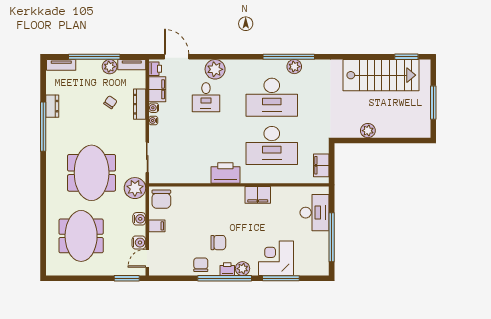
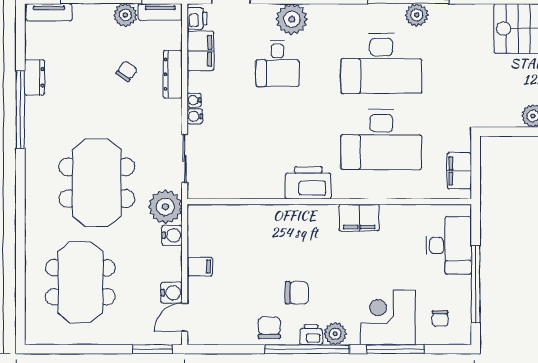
water cooler: (154, 108) -> (195, 116), moved
chair: (161, 199) -> (440, 318), moved, width x0.54, depth x0.54
water cooler: (139, 219) -> (172, 235), moved

